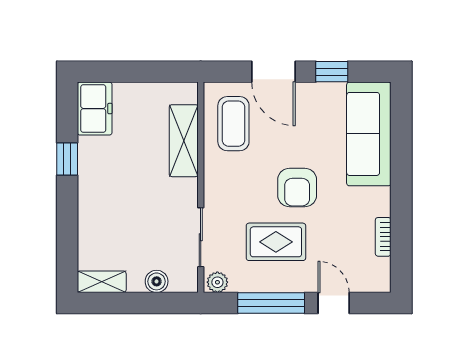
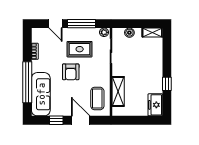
window: (401, 163) -> (27, 82), added
armchair: (297, 188) -> (71, 72), turned 180

